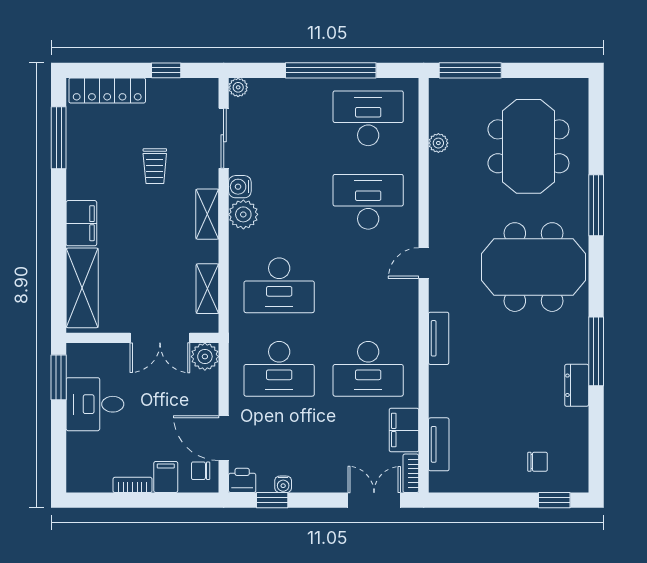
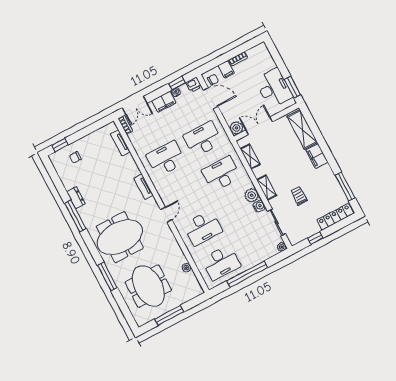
window: (470, 70) -> (169, 315), moved
desk: (95, 404) -> (274, 88), width x1.37
filing cabinet: (404, 430) -> (164, 102), moved, turned 90

